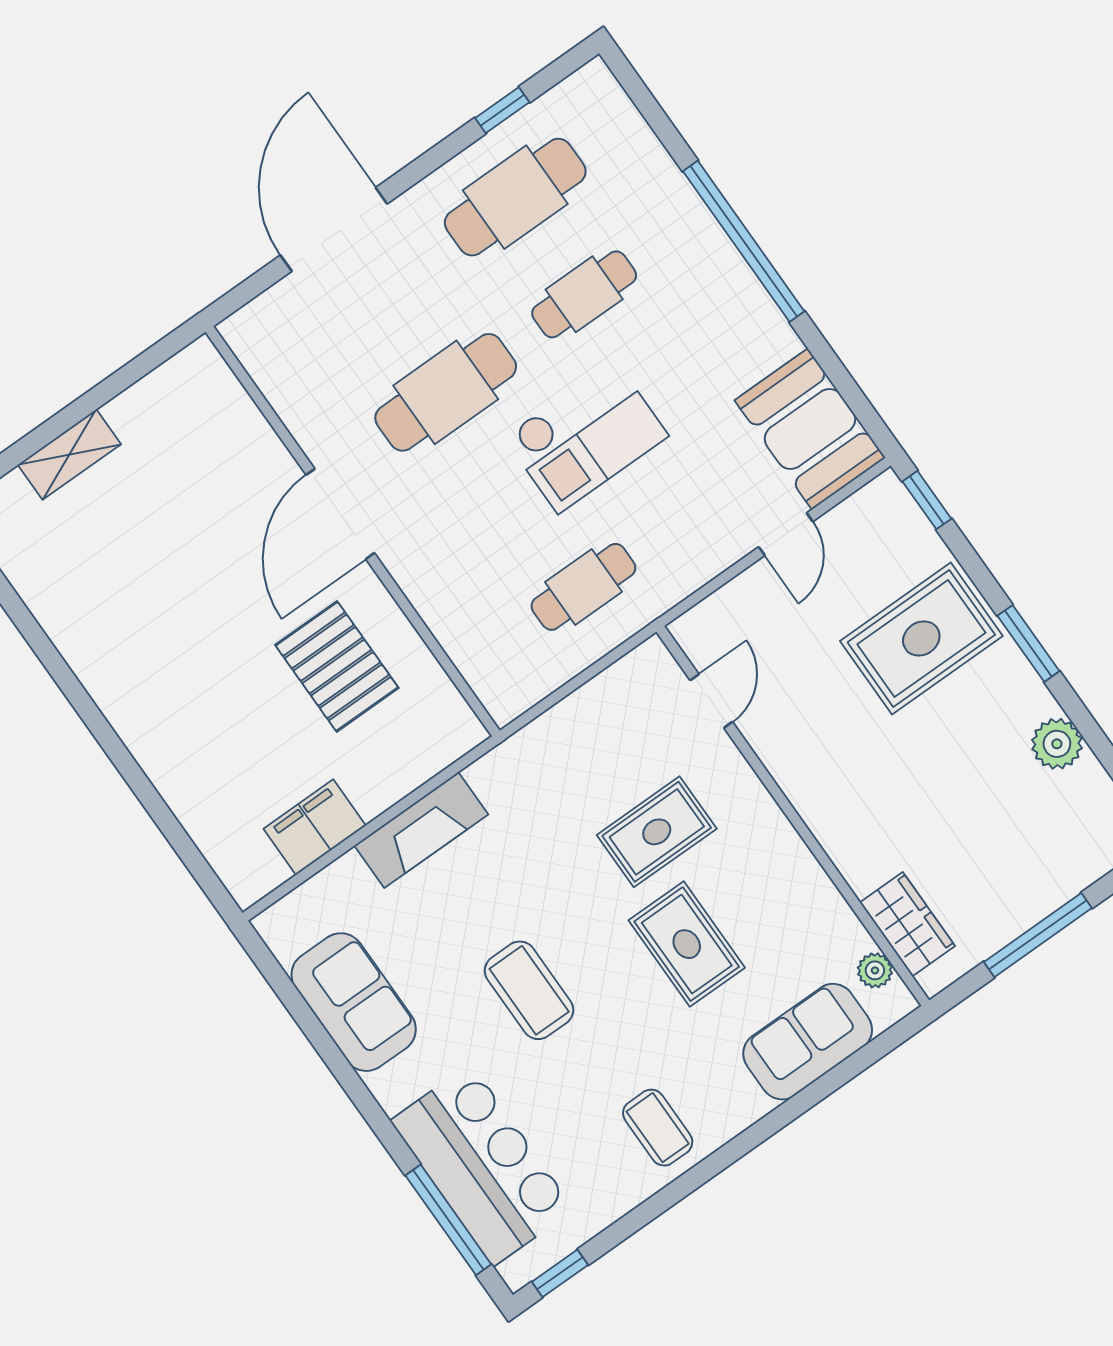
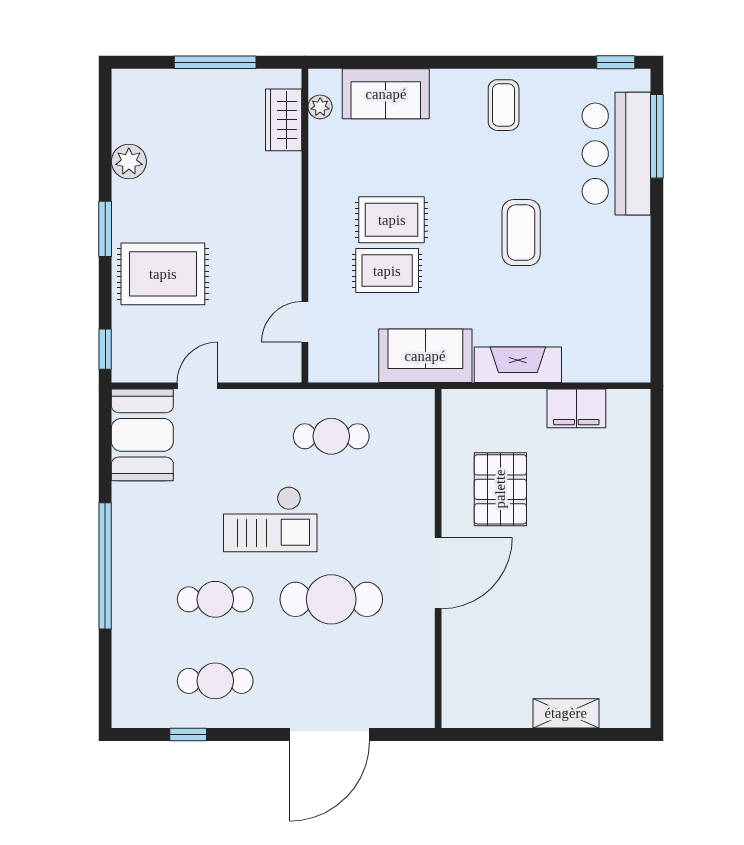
cafe table: (515, 197) -> (215, 681), width x0.73, depth x0.74
checkout: (586, 437) -> (270, 519), turned 180
rug: (687, 944) -> (392, 220), moved, turned 90
sofa: (354, 1002) -> (425, 356), moved, turned 90

